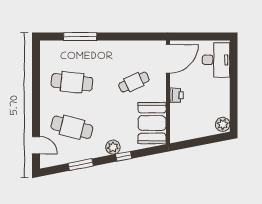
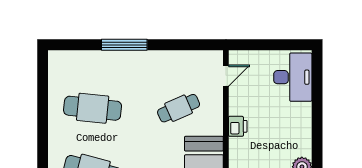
window: (80, 37) -> (124, 45), moved
door: (168, 59) -> (226, 76), width x0.53

